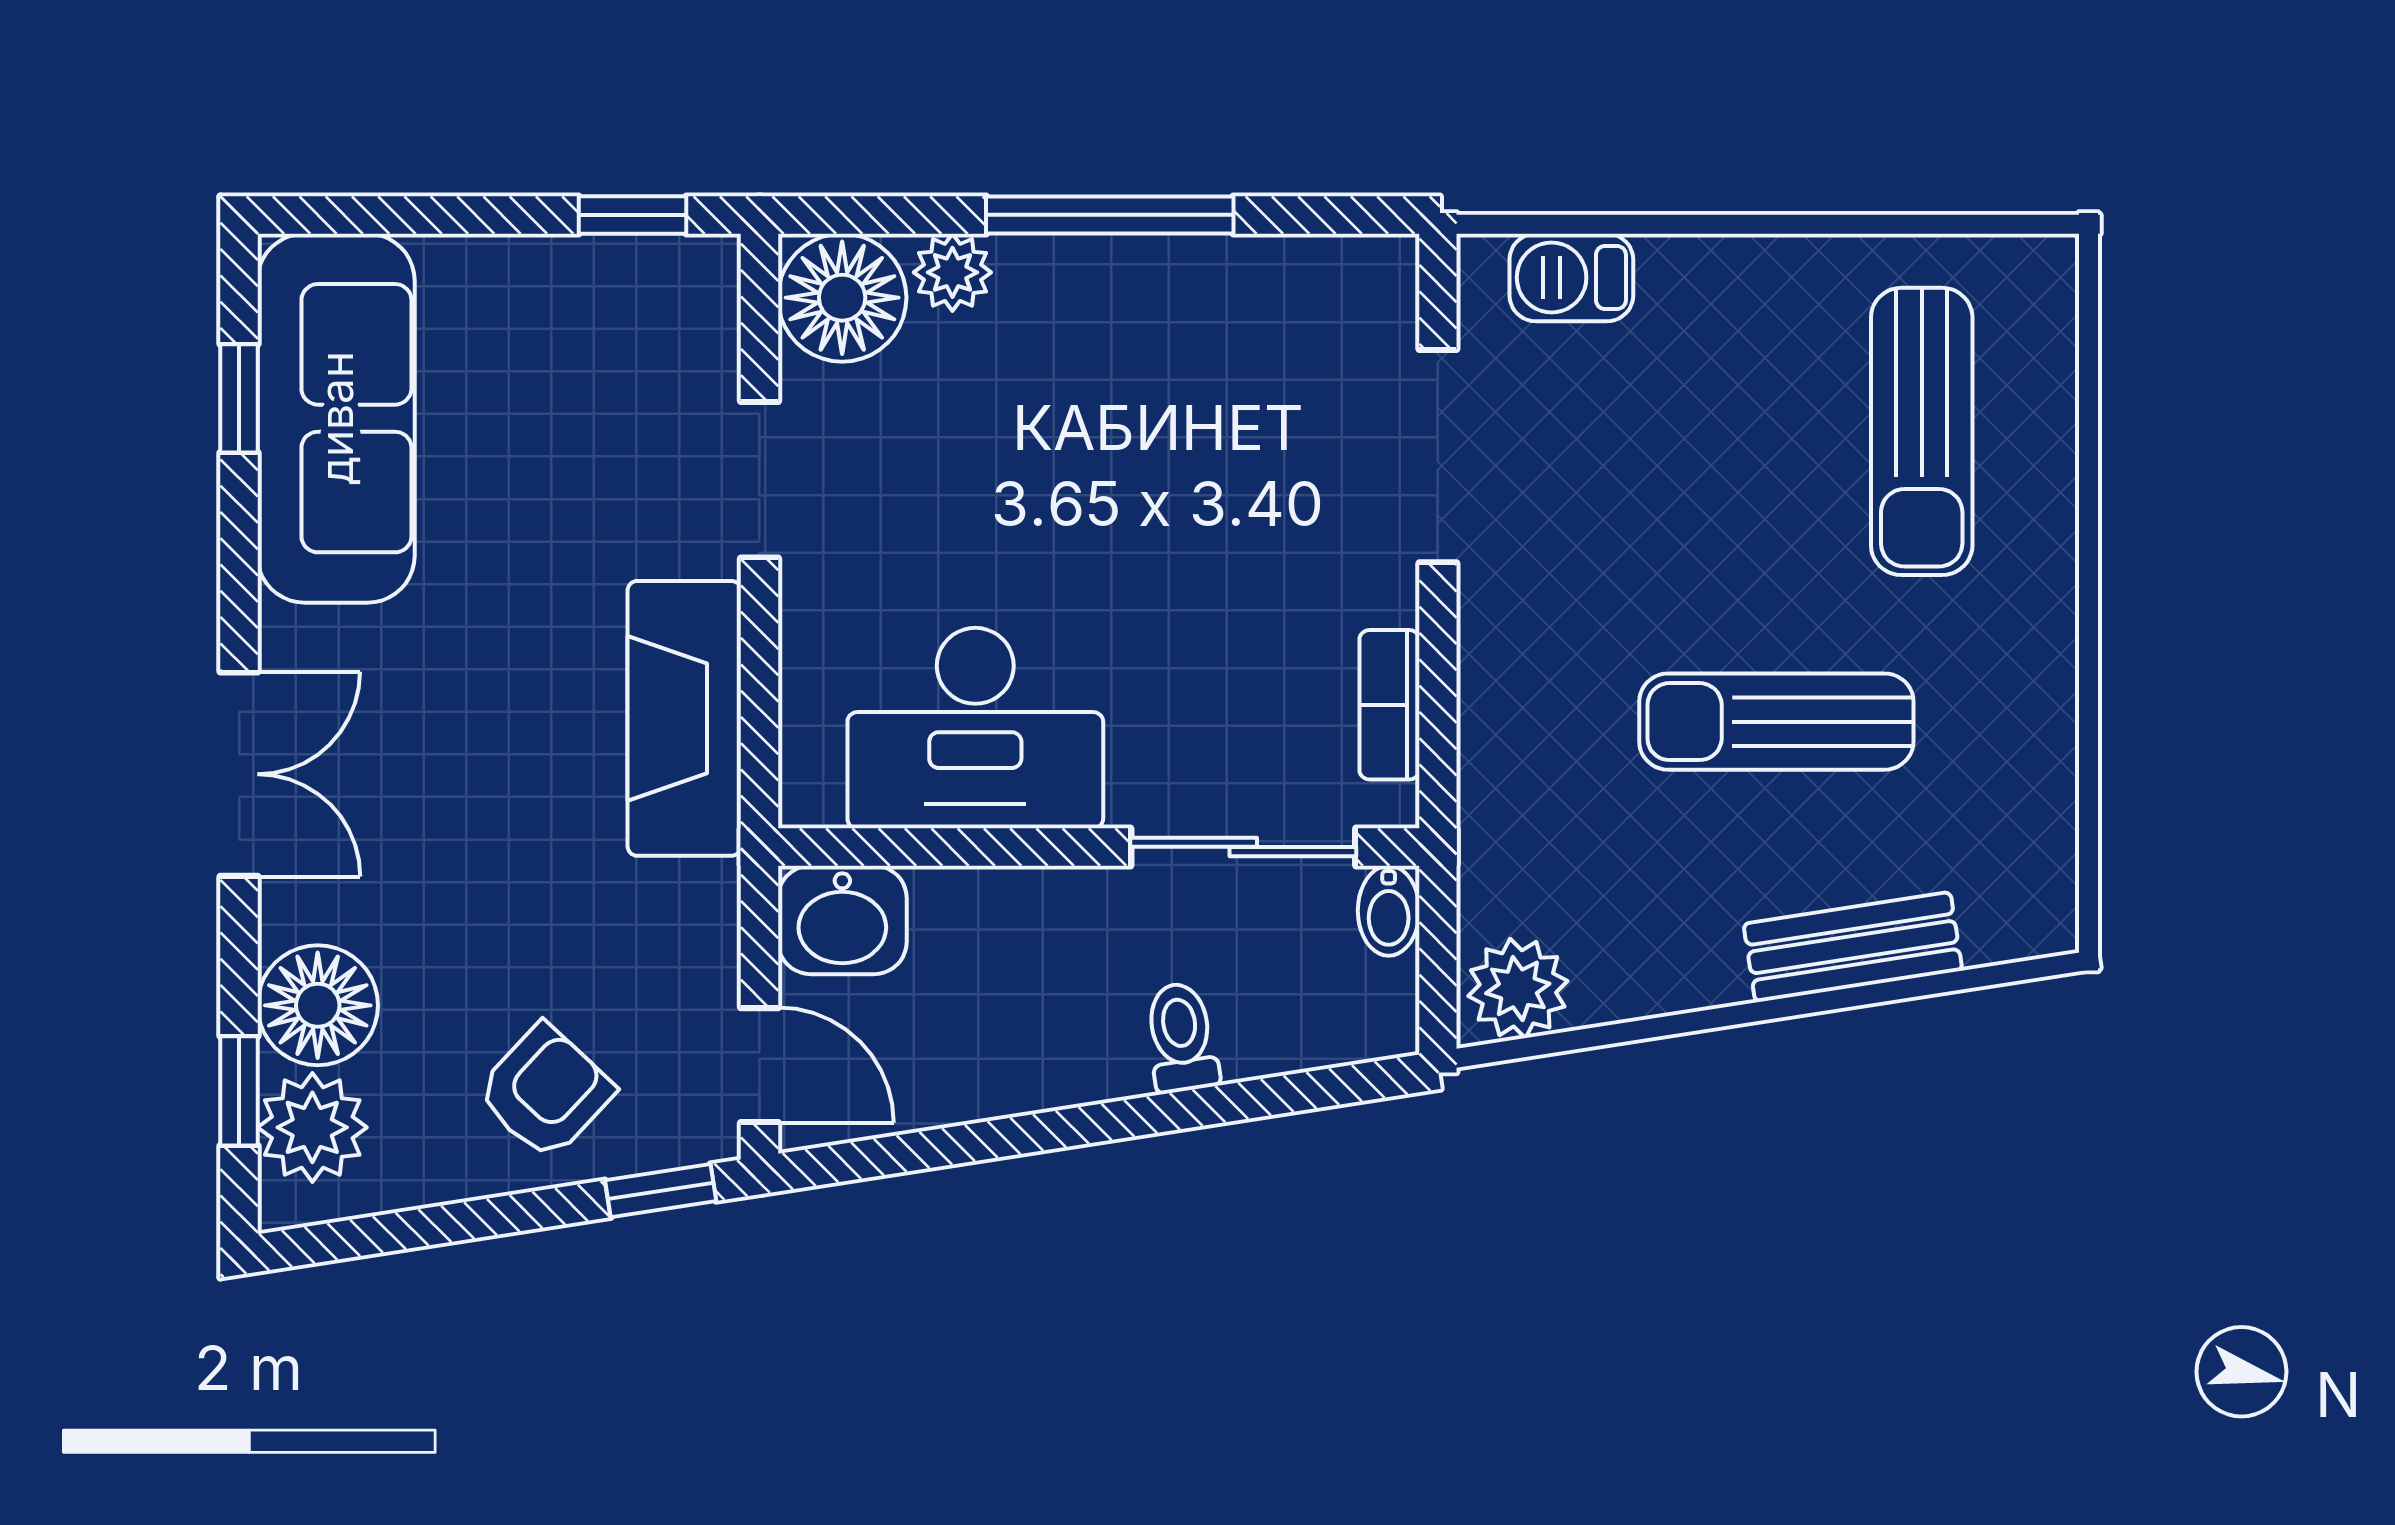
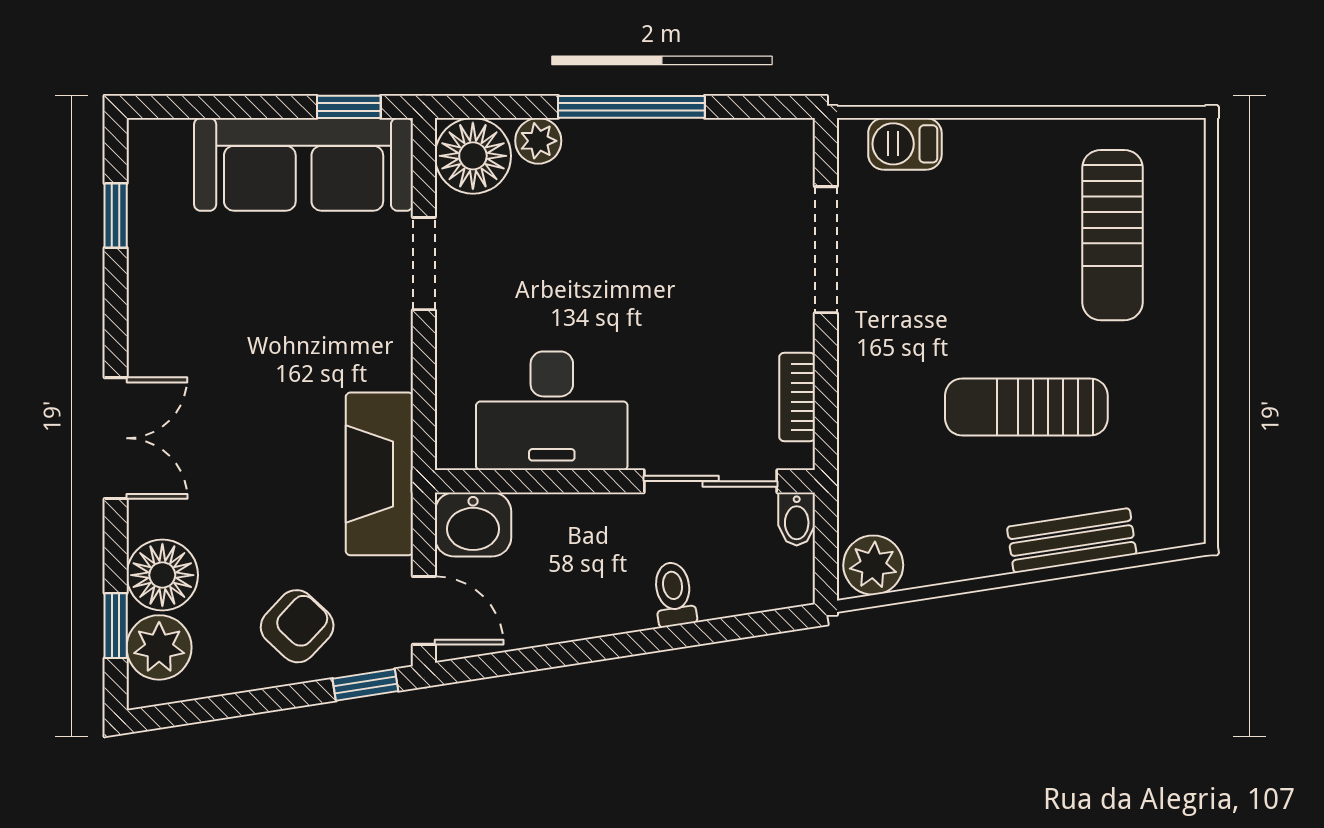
sofa: (336, 418) -> (304, 164), moved, turned 90
fireplace: (684, 718) -> (379, 474), moved

